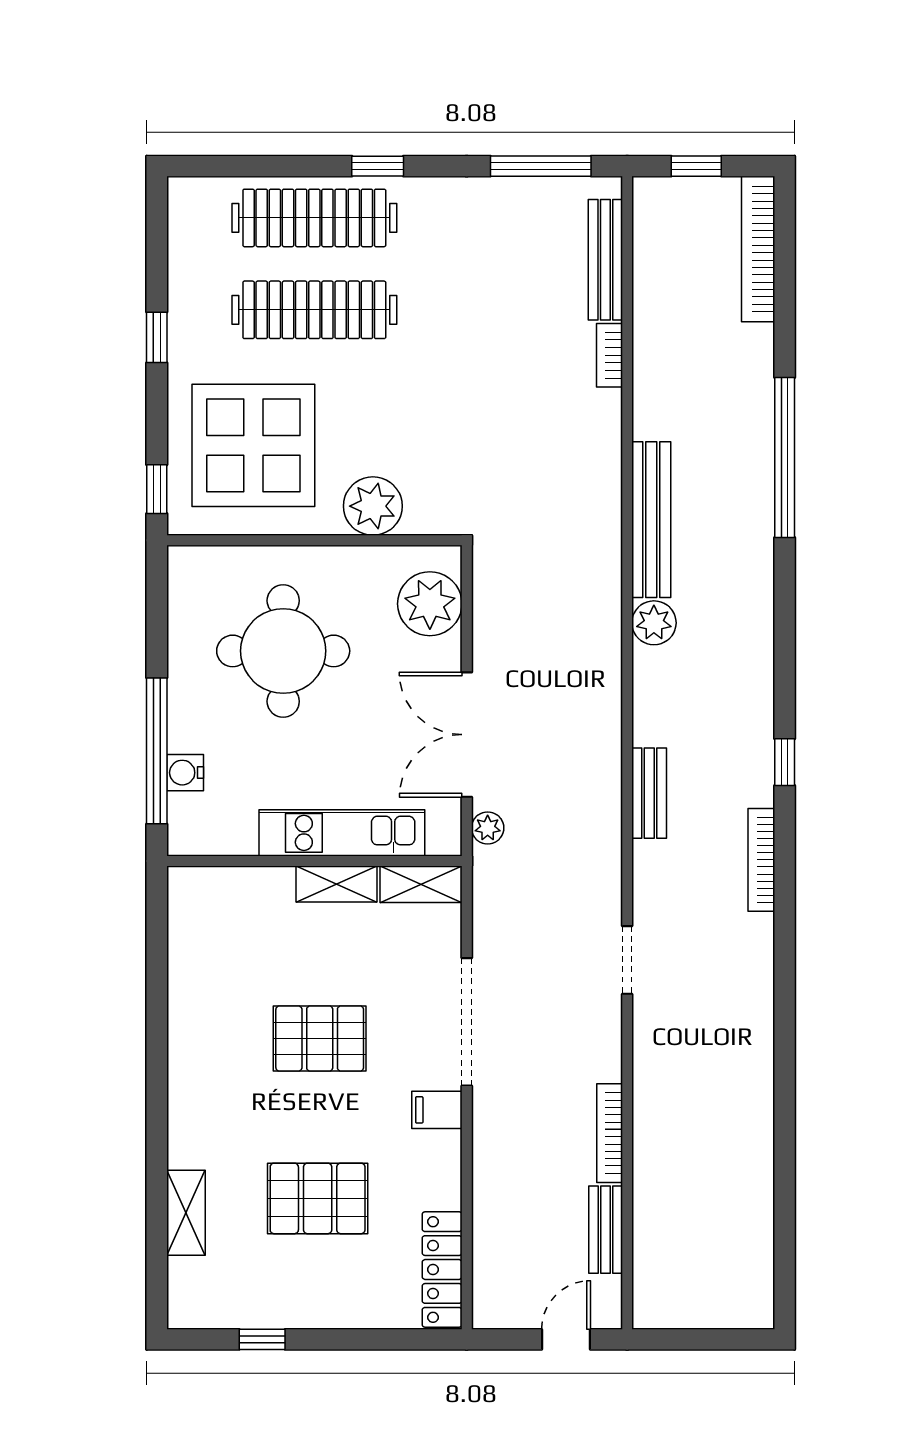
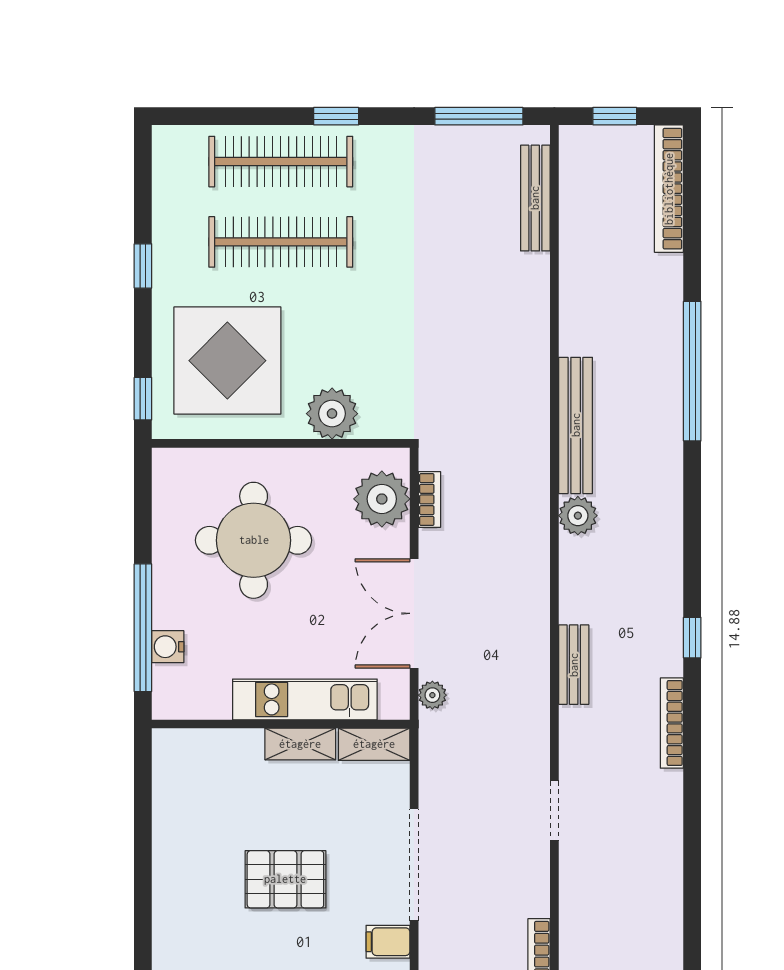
bookcase: (609, 355) -> (429, 499), moved, turned 180

